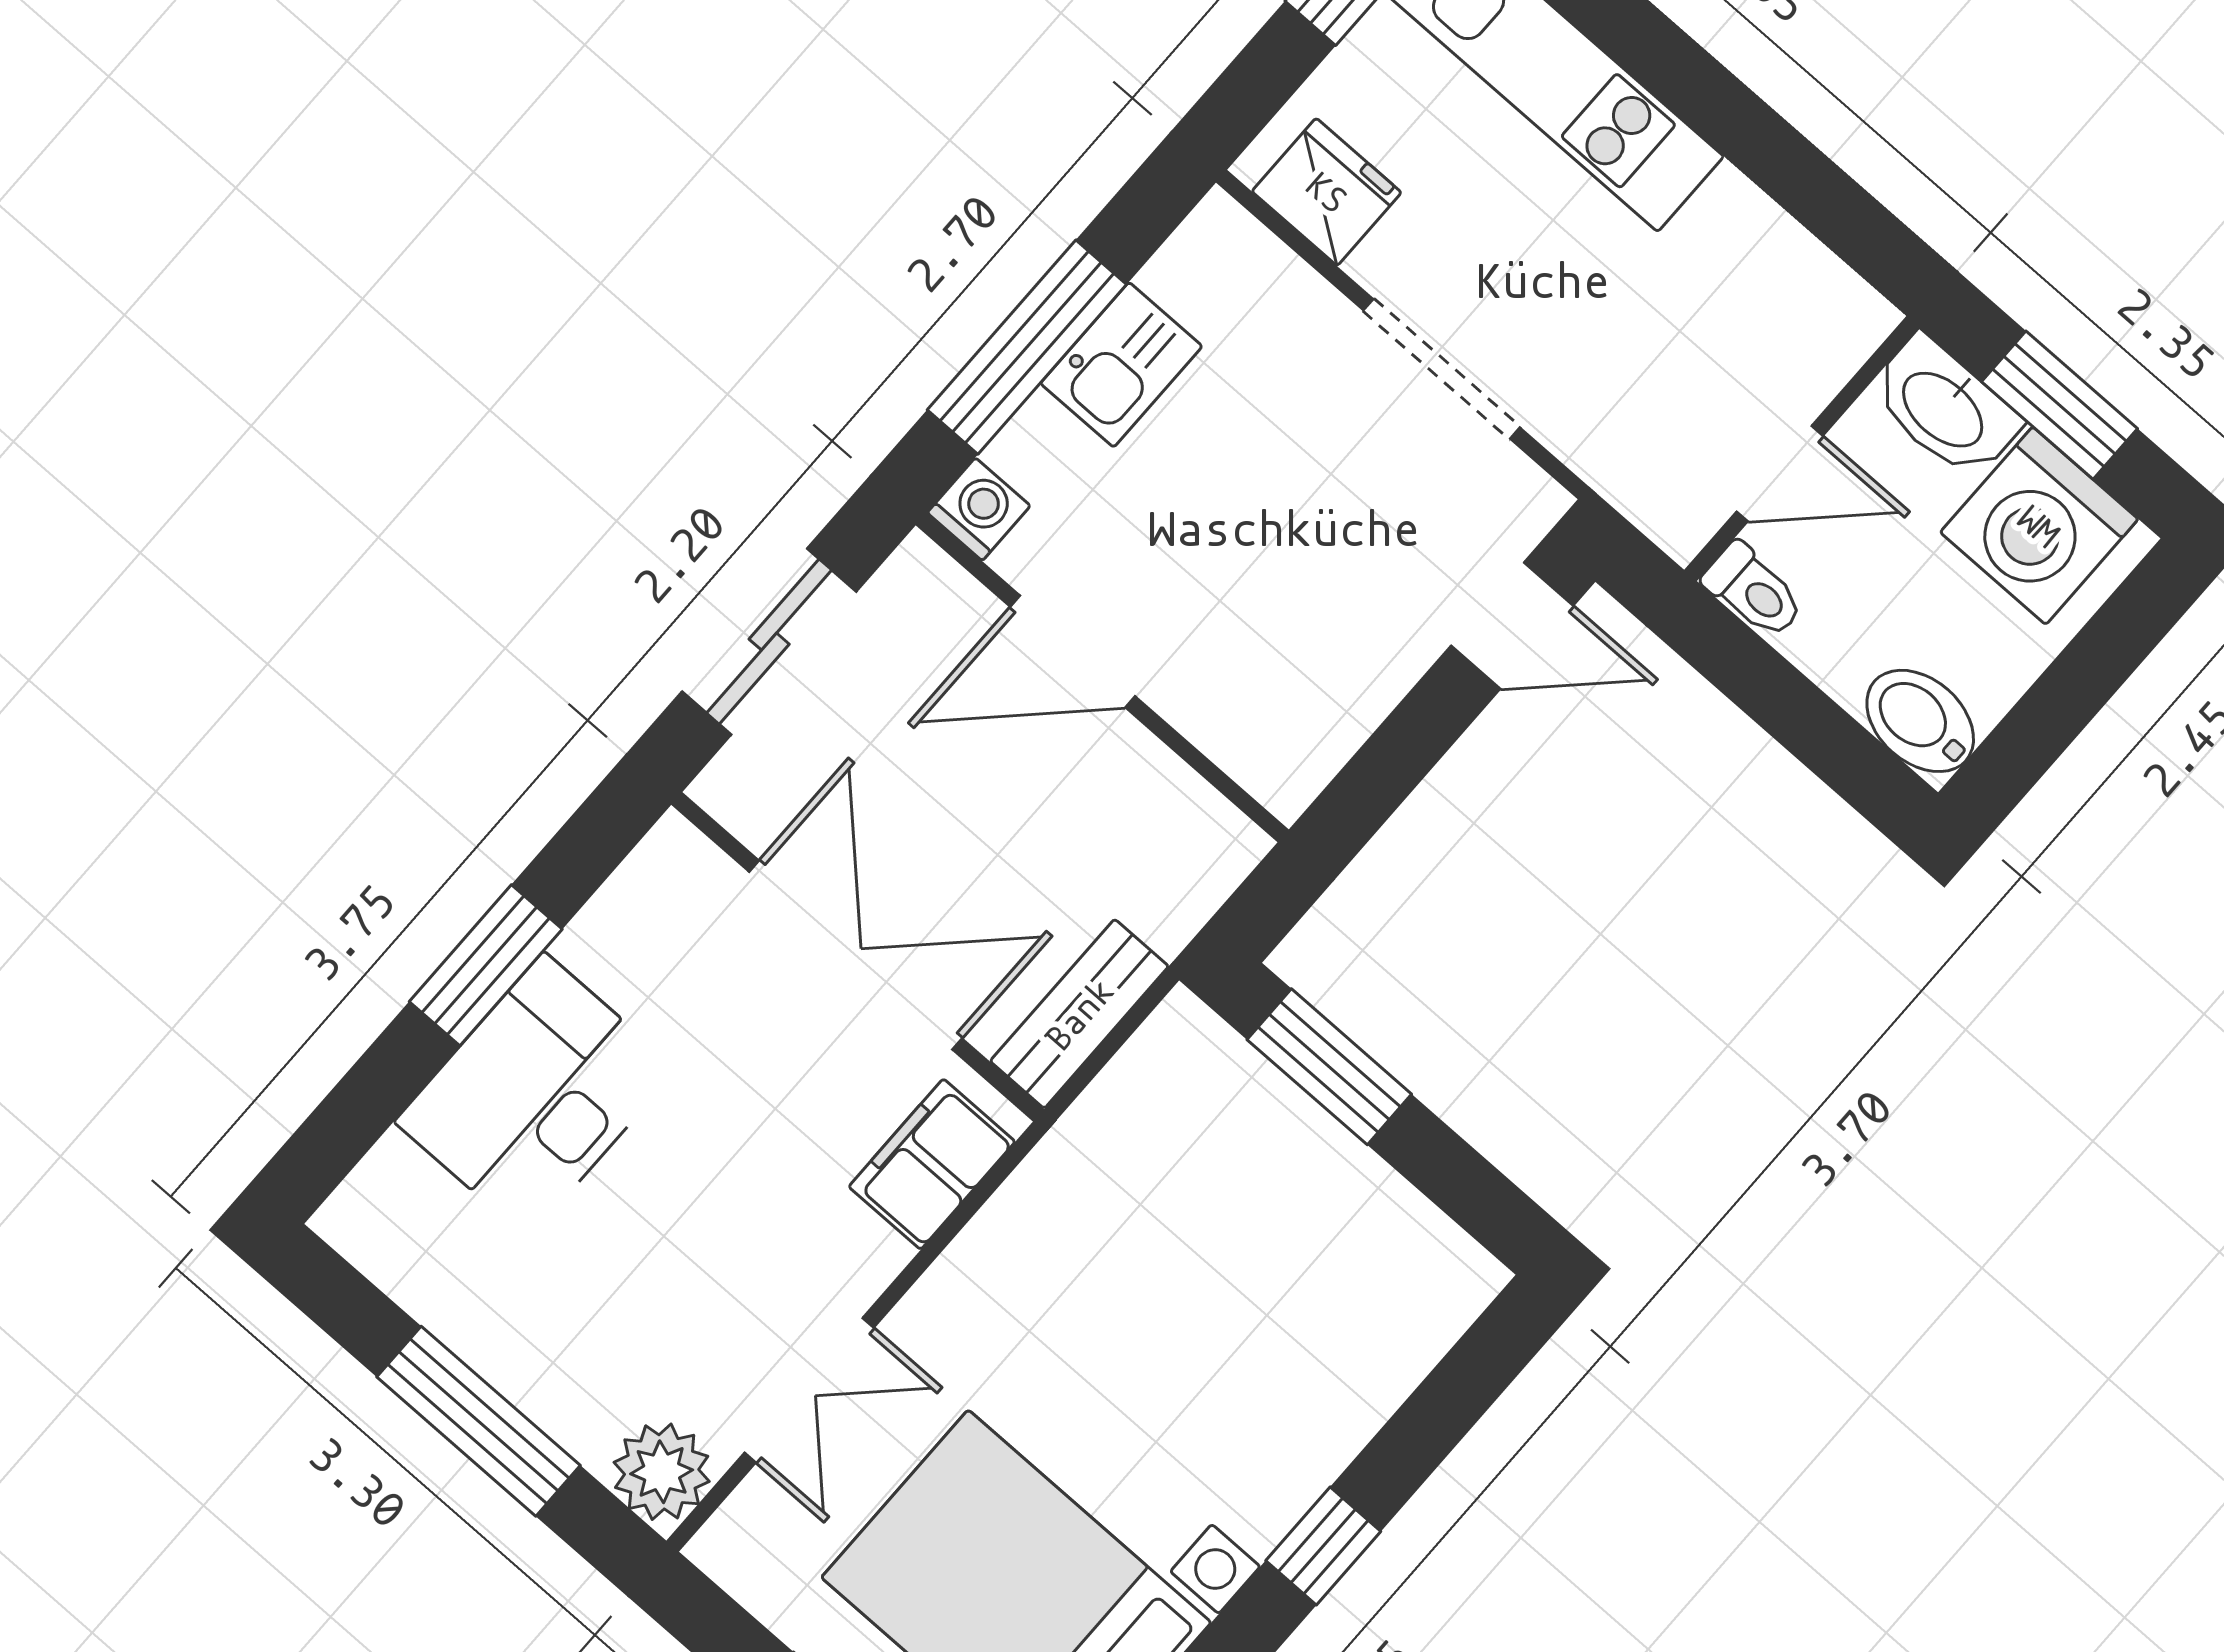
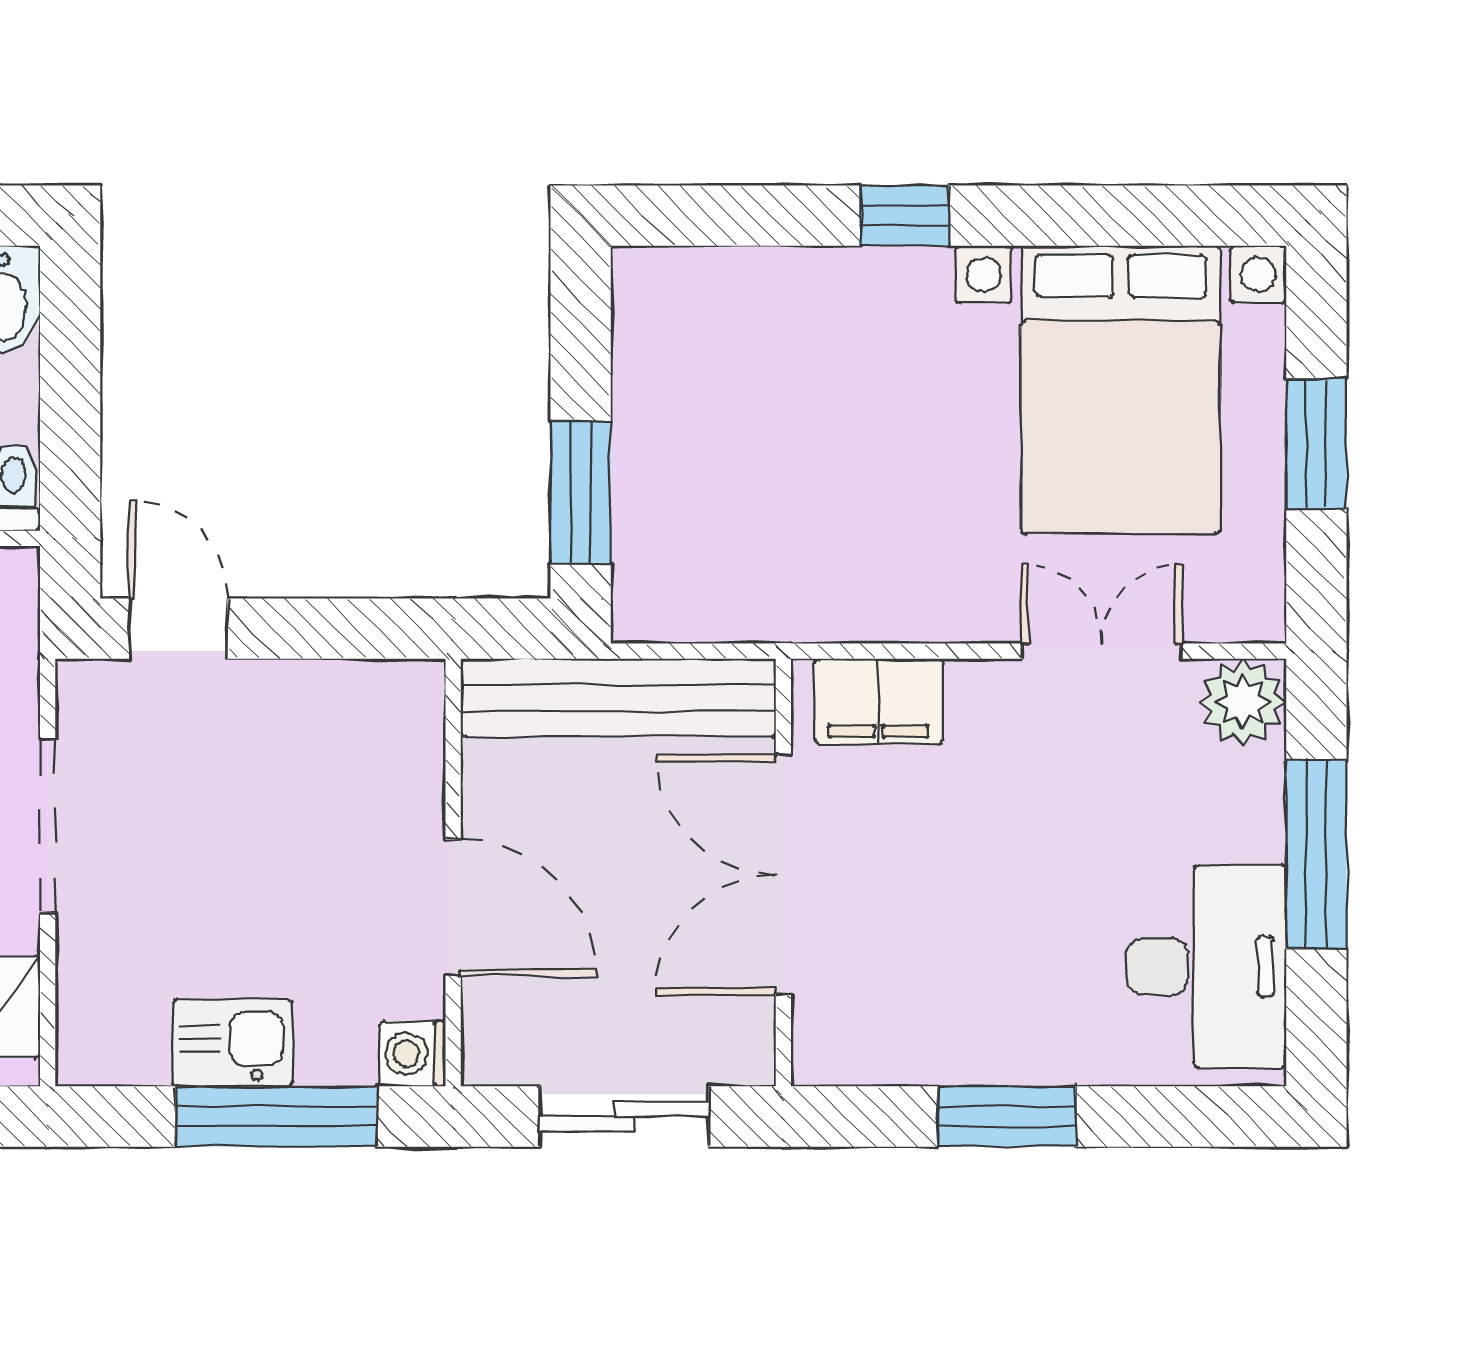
bench: (1079, 1014) -> (619, 698), width x1.86, depth x1.21
desk: (536, 1095) -> (1207, 966), moved, turned -90

